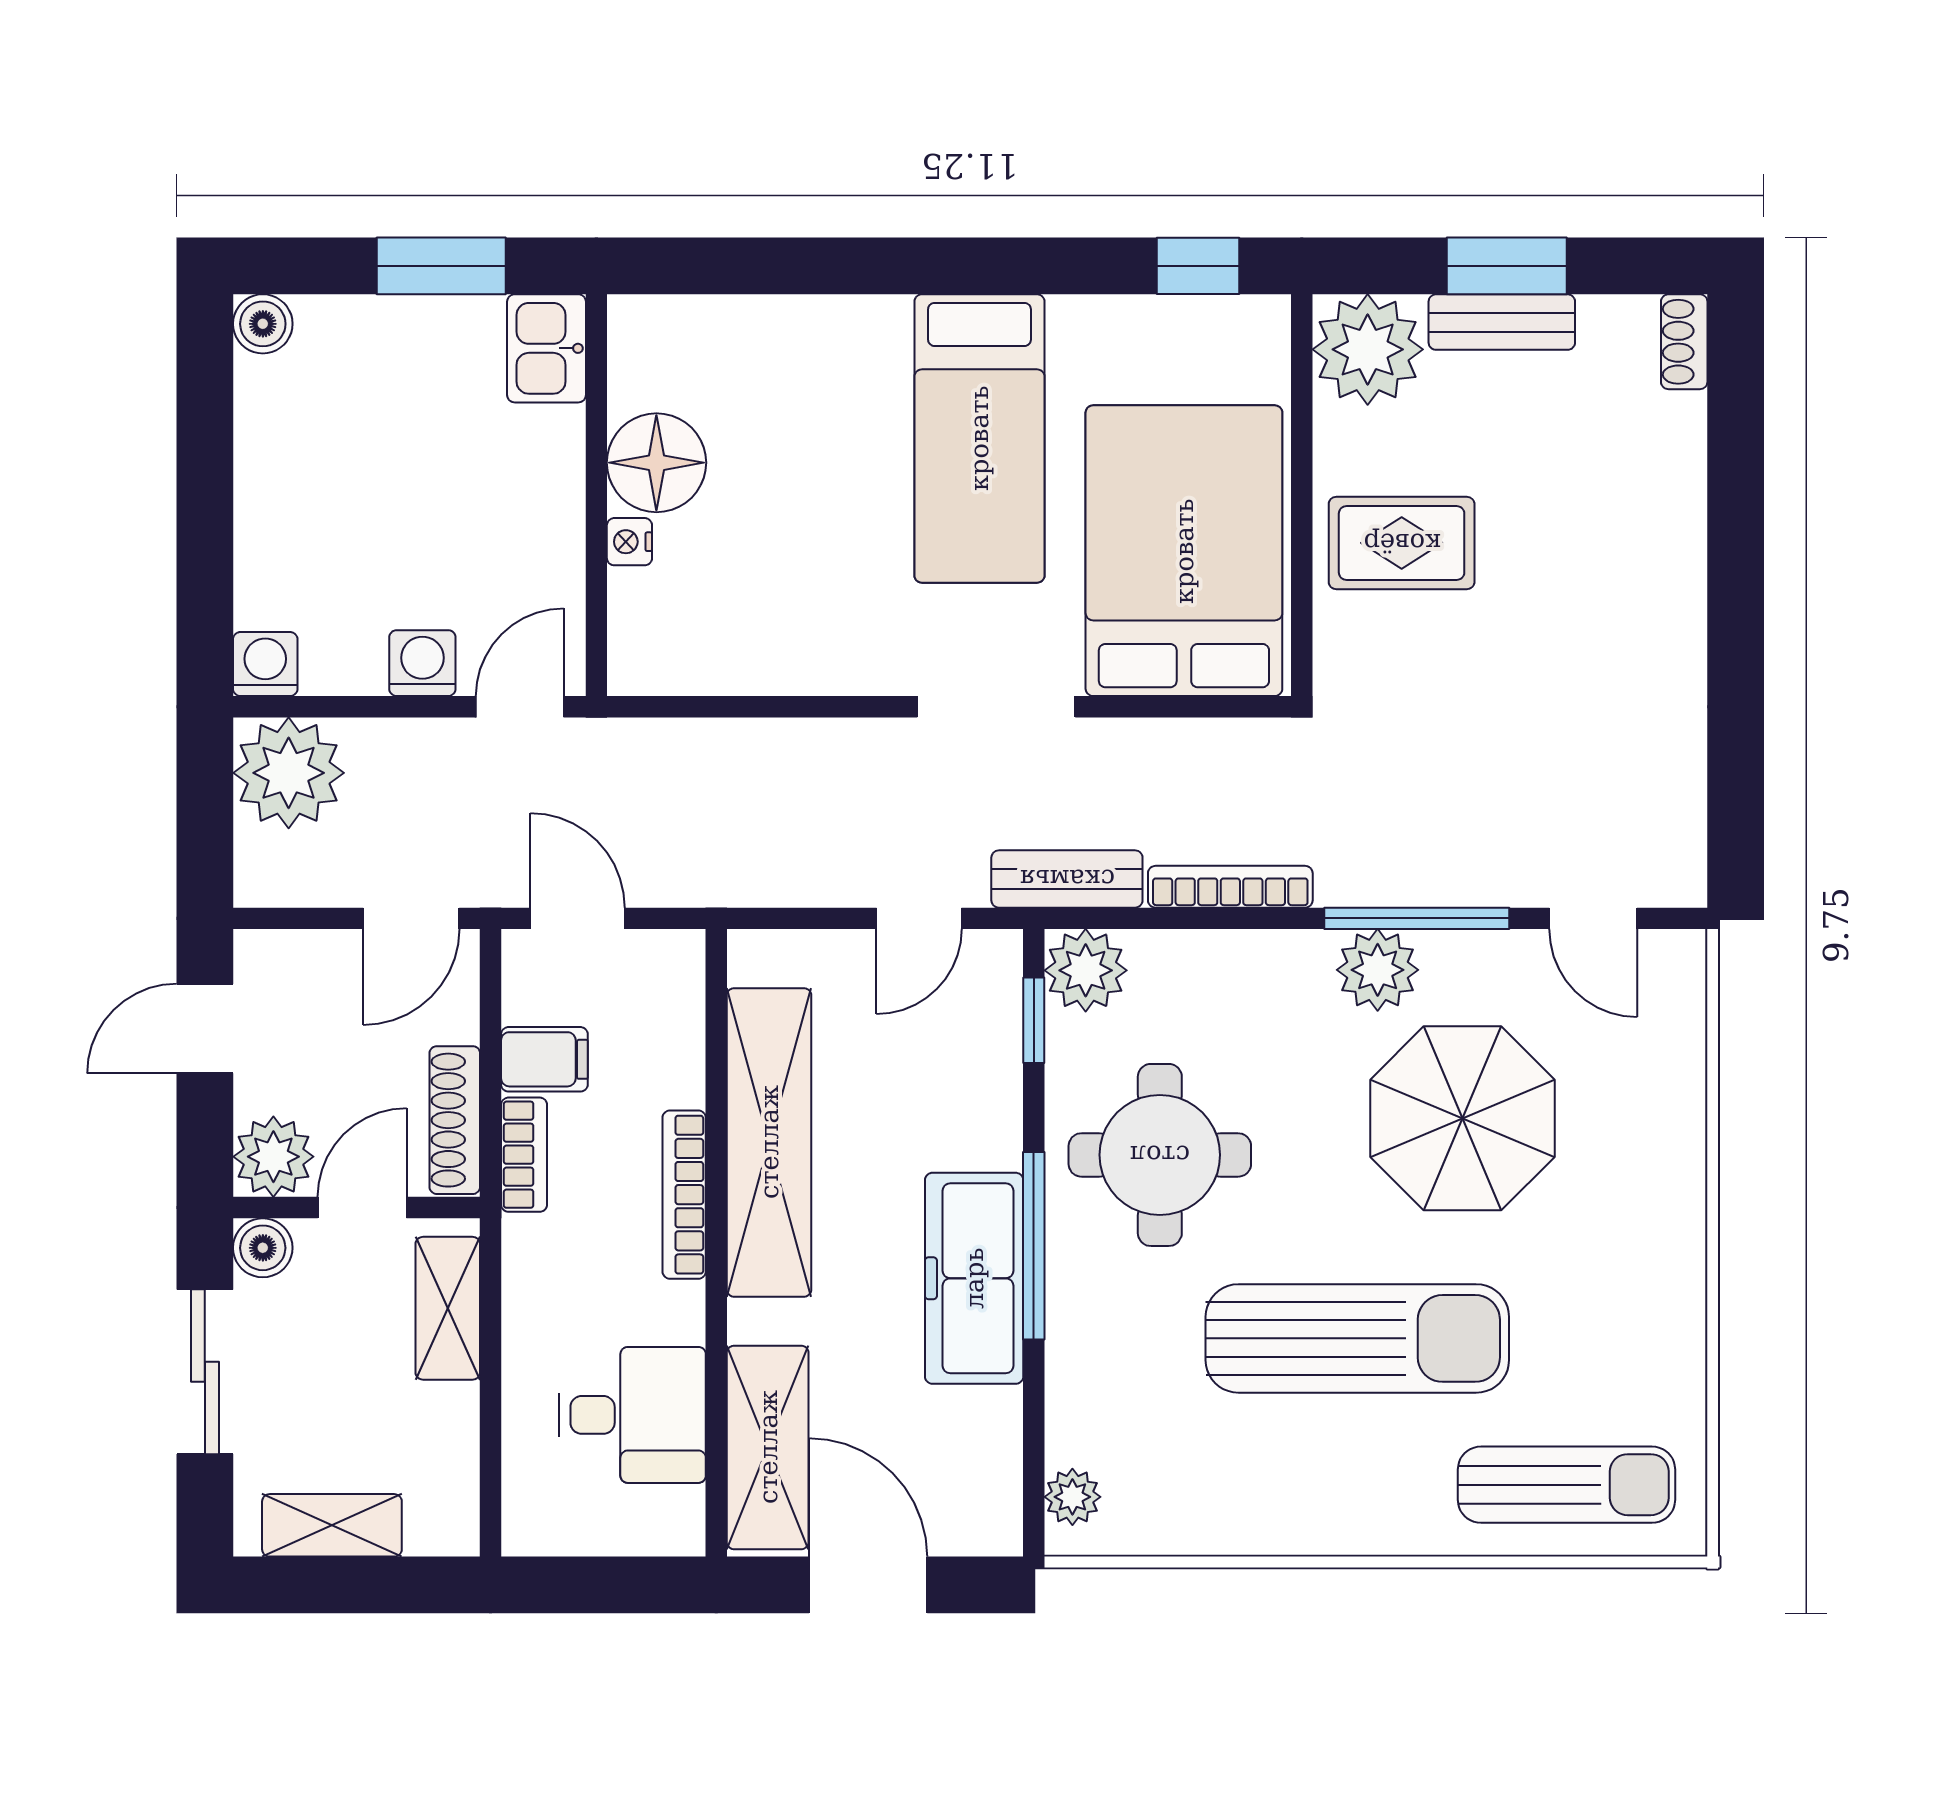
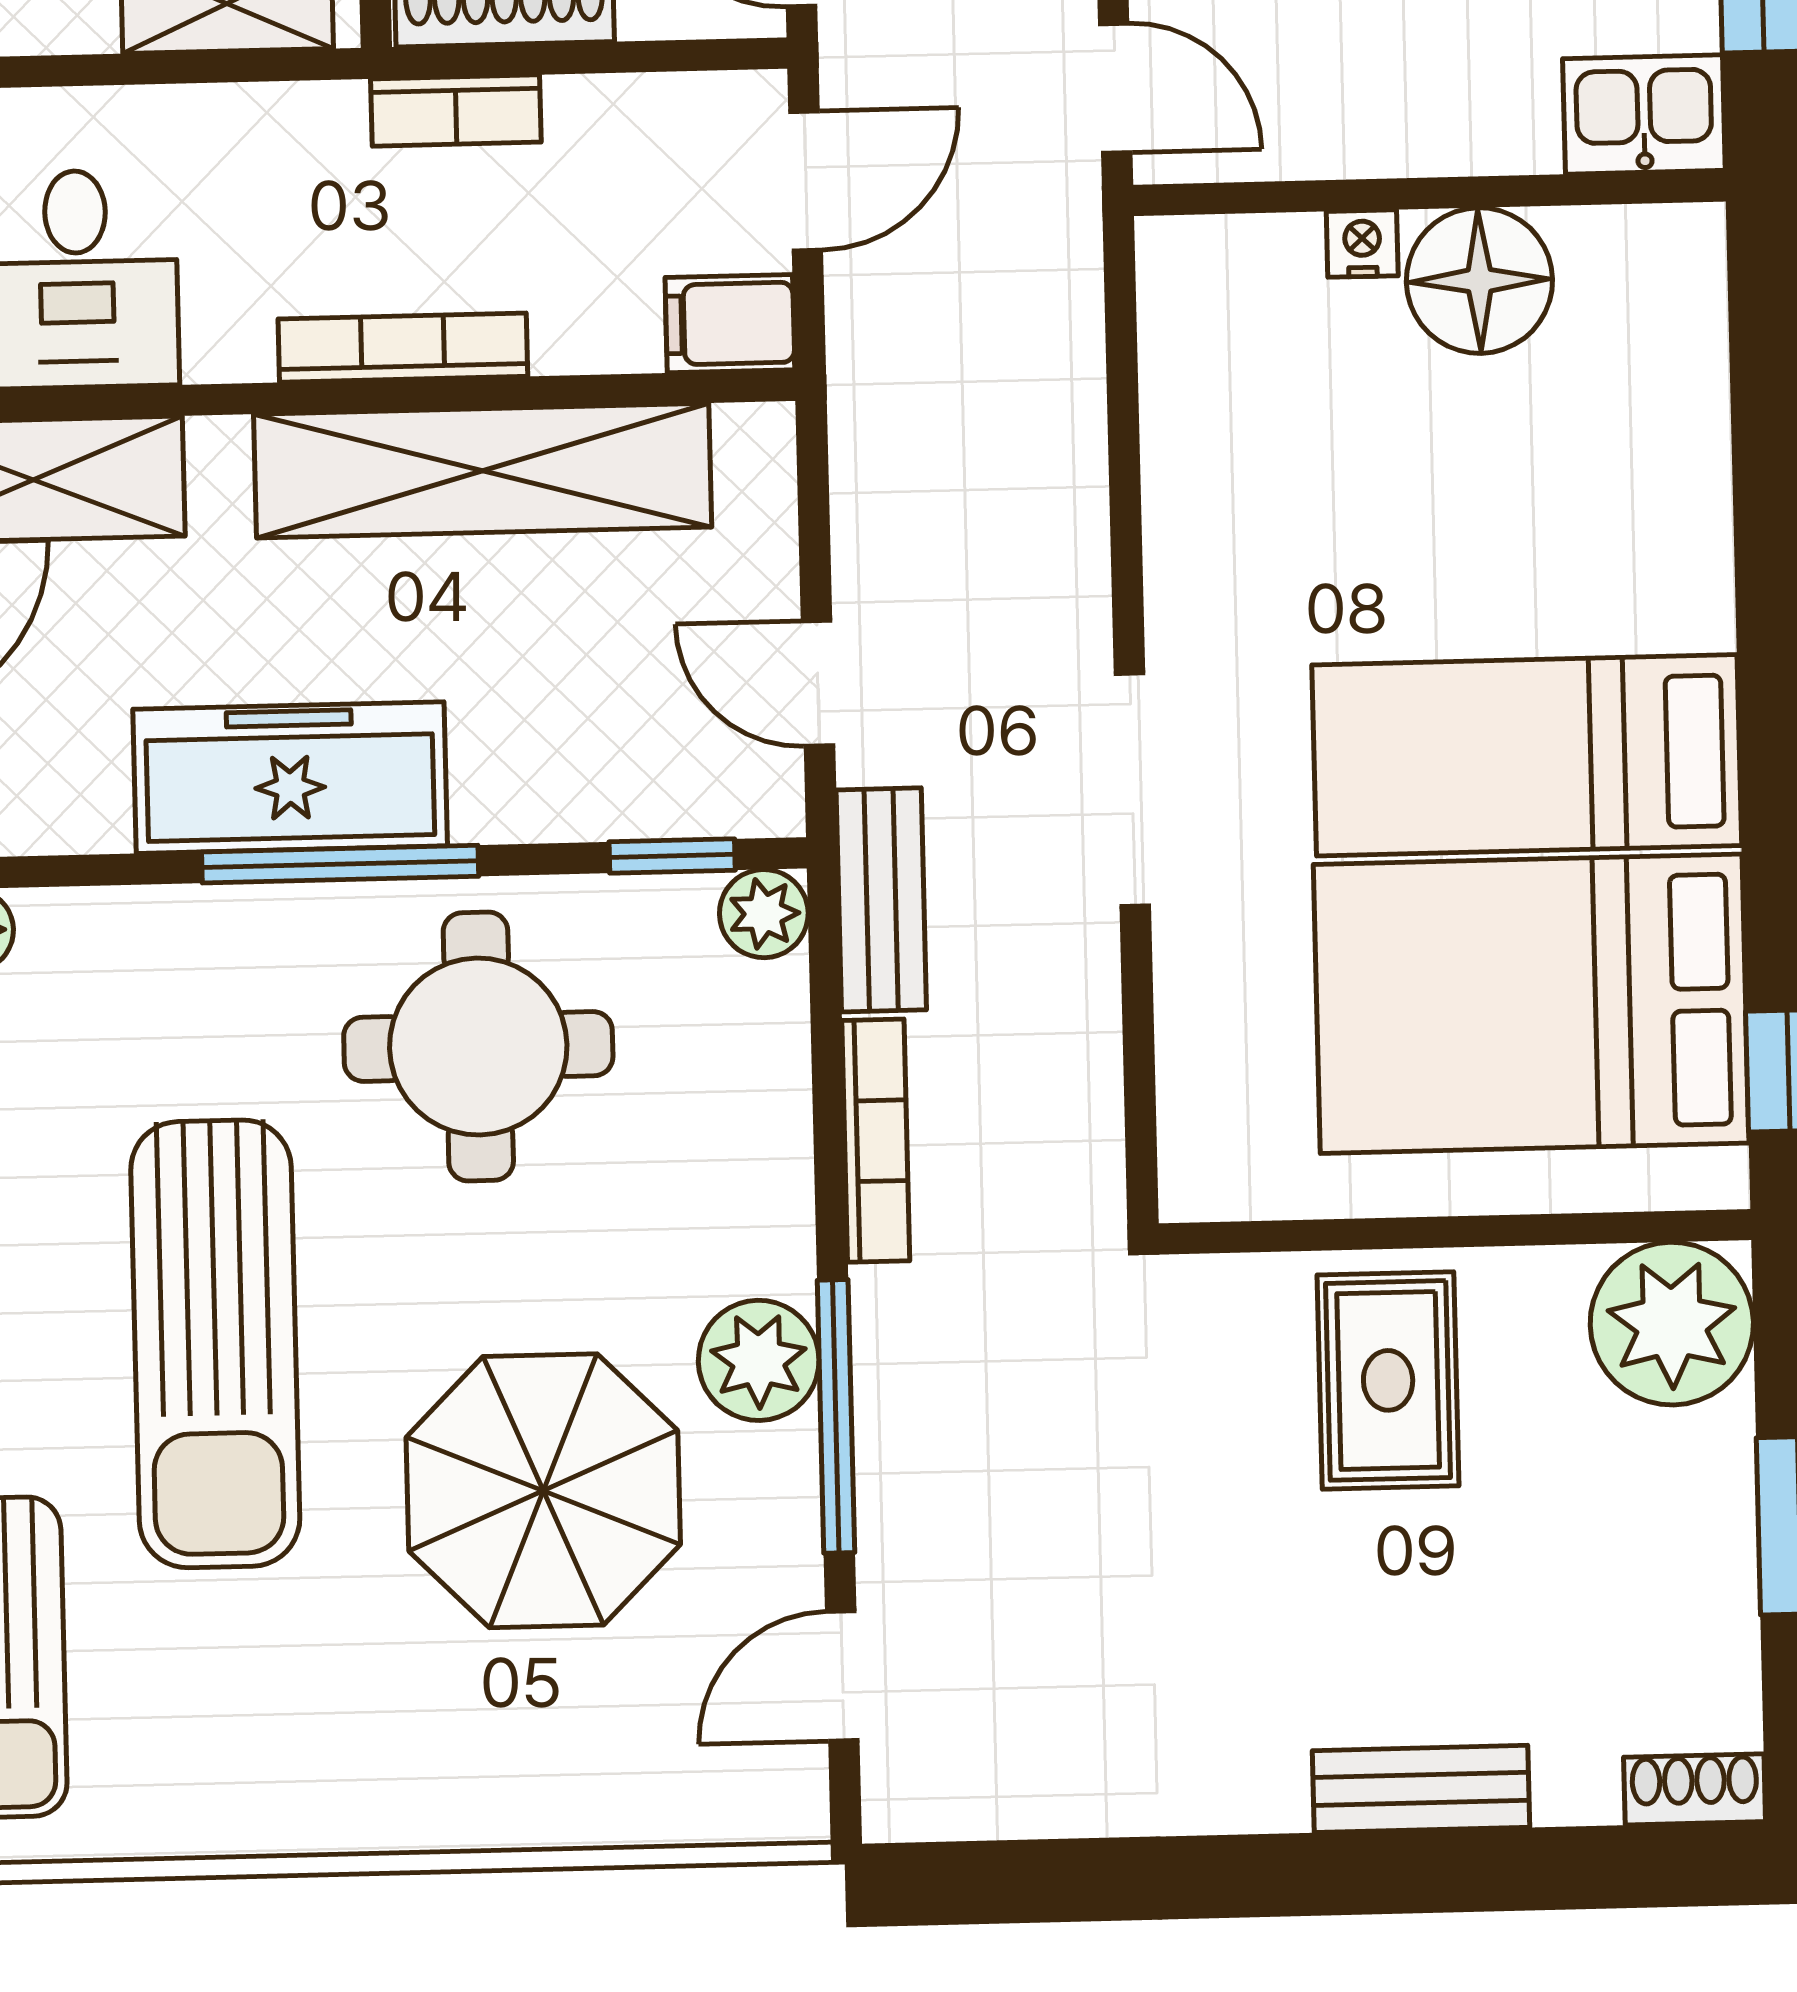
bench: (1502, 322) -> (1421, 1789), moved, turned 90
bed: (1184, 551) -> (1531, 1004), moved, turned 180
plant: (1086, 970) -> (764, 914), width x0.73, depth x0.73
filing cabinet: (544, 1059) -> (730, 324), moved, turned 90

